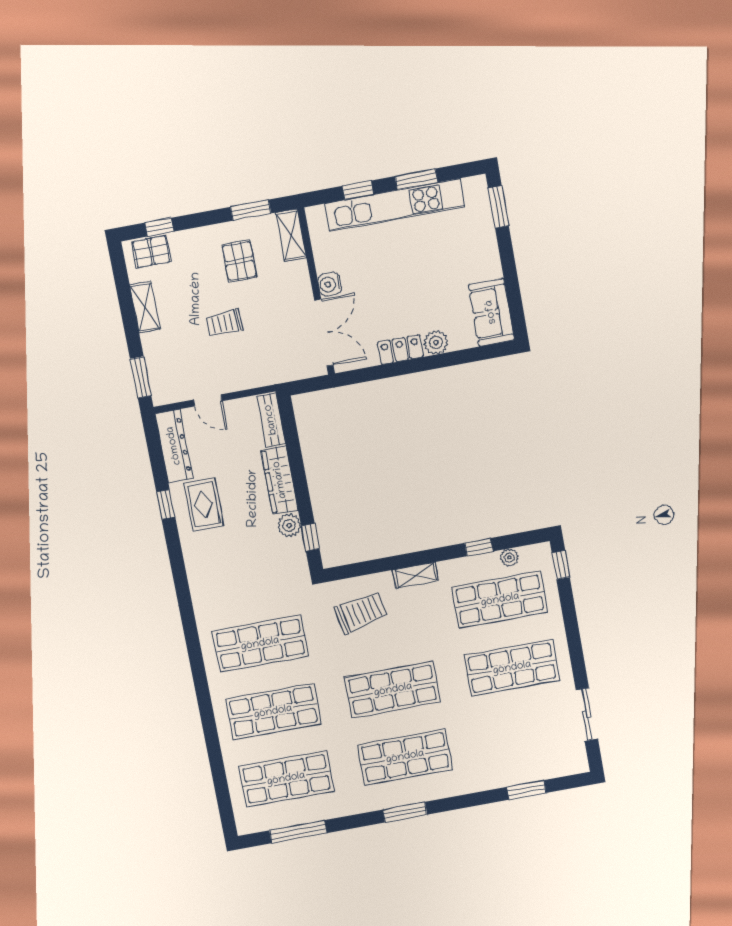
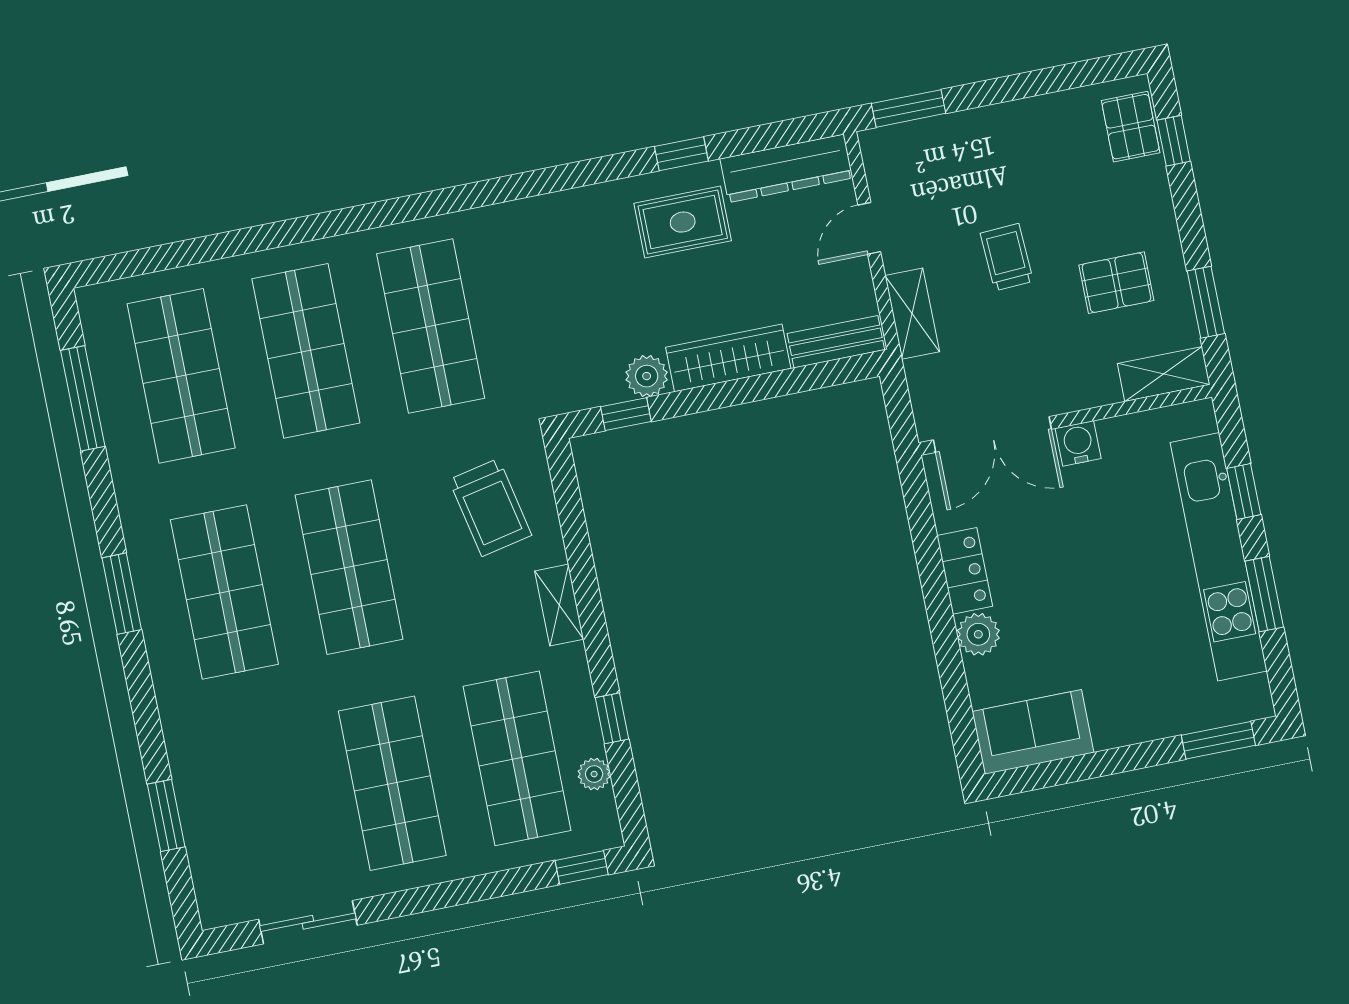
shelving: (145, 307) -> (912, 314), moved, turned 90

